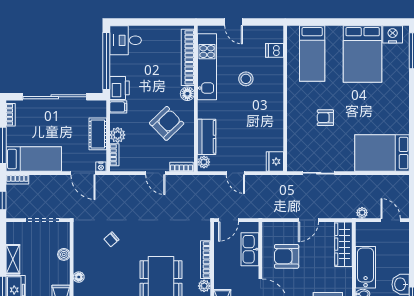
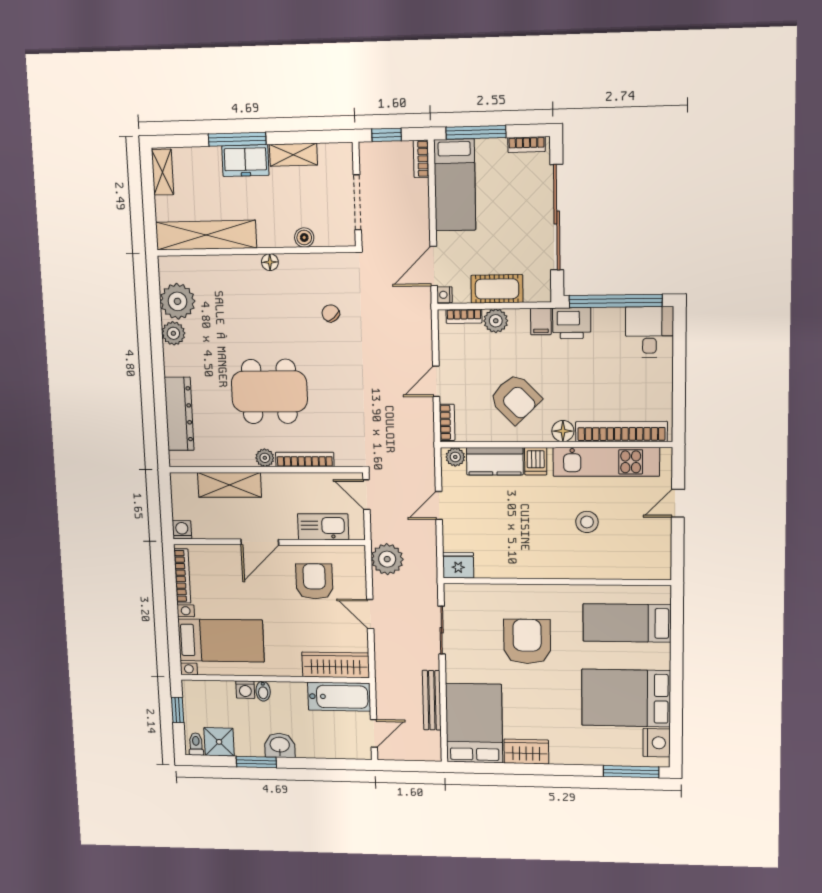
dishwasher: (275, 50) -> (536, 461), moved, turned 180
armchair: (325, 118) -> (527, 641), width x1.88, depth x1.88
wardrobe: (401, 119) -> (526, 752), added
bench: (367, 181) -> (432, 700), added
plant: (362, 213) -> (387, 559), moved, width x1.87, depth x1.87
bathtub: (366, 267) -> (339, 697), moved

